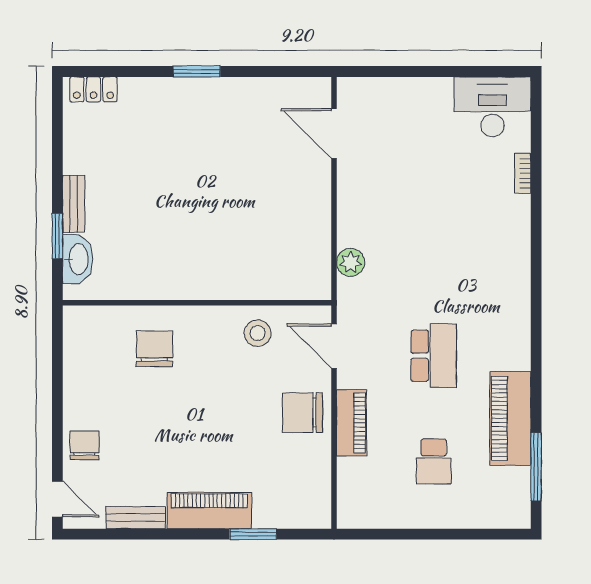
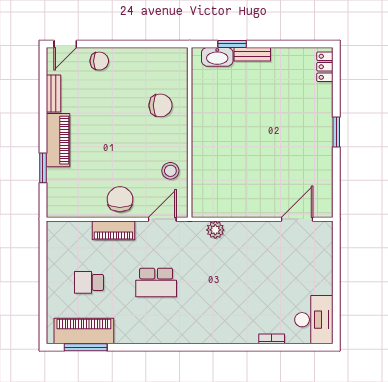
piano: (510, 418) -> (84, 331), moved

